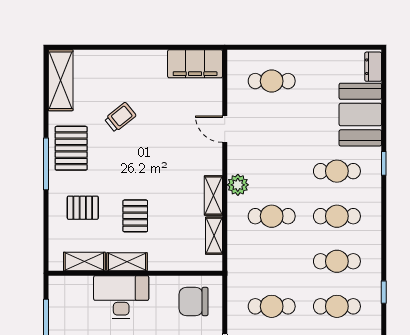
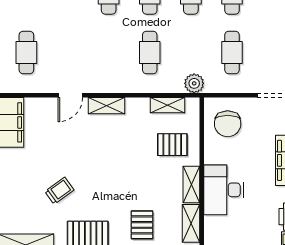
trolley: (120, 117) -> (59, 191), turned 93
plant: (238, 185) -> (194, 83), moved
shelving: (213, 195) -> (106, 106), moved
pallet: (135, 216) -> (172, 145), moved

